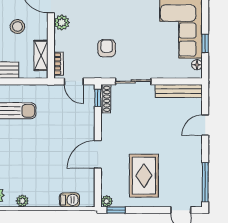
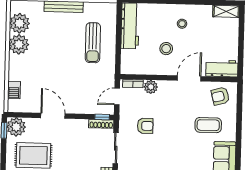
plant: (62, 22) -> (151, 87), moved
shelving: (41, 55) -> (140, 68), removed
plant: (22, 201) -> (19, 44), width x1.87, depth x1.87
plant: (107, 201) -> (16, 127), width x1.88, depth x1.88

